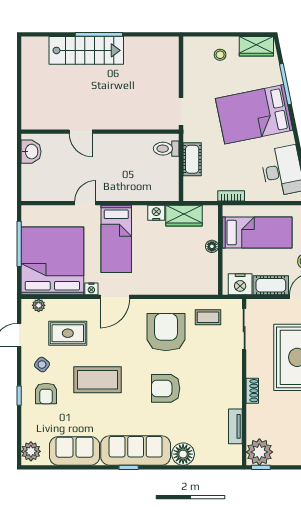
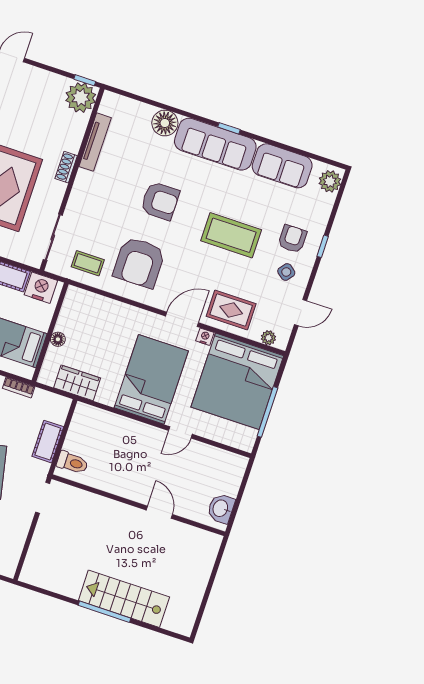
nightstand: (156, 213) -> (106, 396), removed
bed: (116, 239) -> (151, 379), width x1.50
rug: (68, 333) -> (231, 310), moved
tv unit: (235, 426) -> (95, 142), width x1.41

